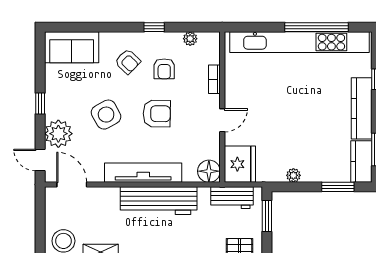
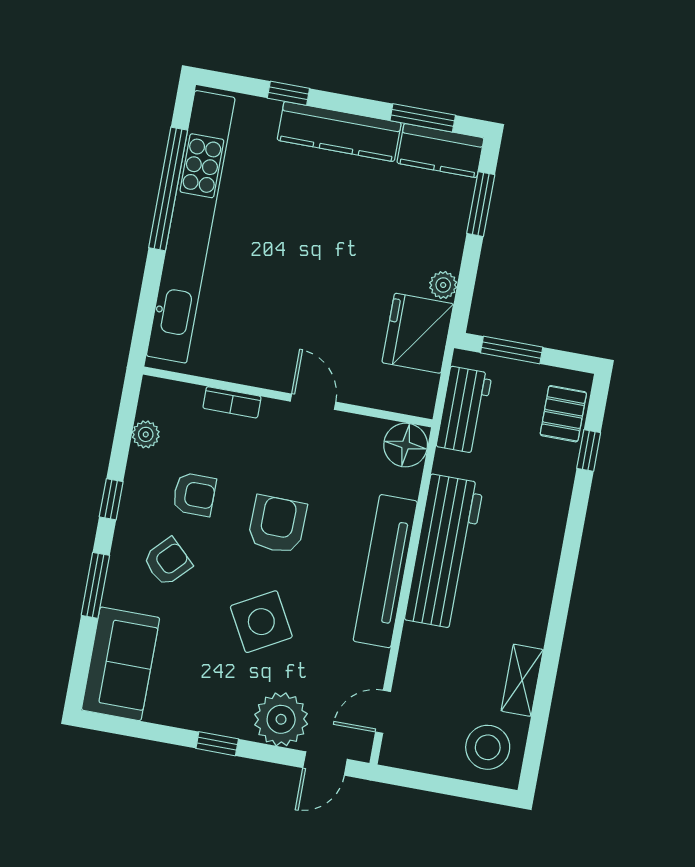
window: (109, 27) -> (95, 585), added
fridge: (240, 164) -> (418, 333), moved, turned -90
door: (72, 185) -> (383, 712), width x0.73

